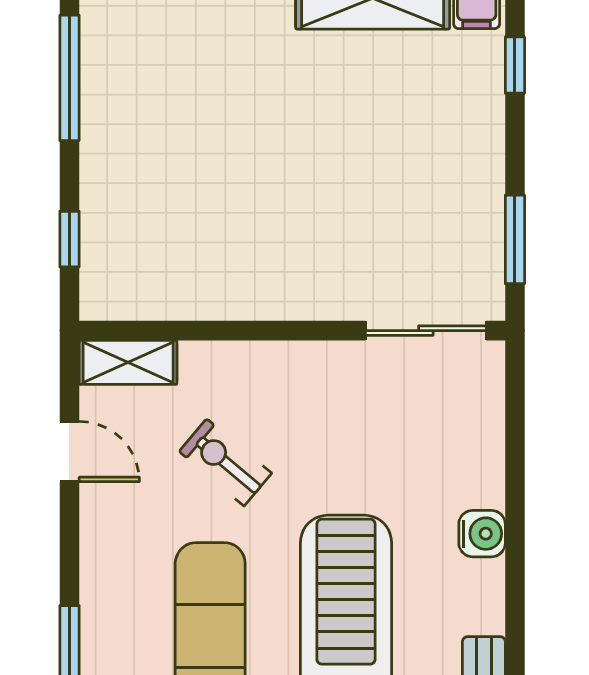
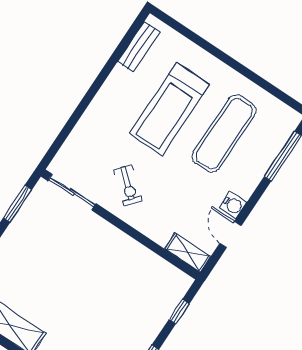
exercise bike: (225, 462) -> (128, 185), moved
water cooler: (482, 534) -> (233, 205), moved, turned 180

